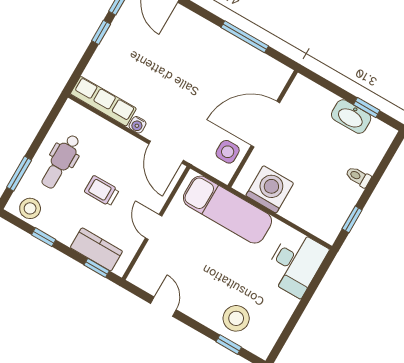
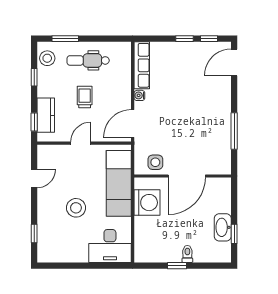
door: (265, 124) -> (187, 176), swing flipped
window: (352, 219) -> (177, 266), moved
stool: (236, 318) -> (76, 208), moved

